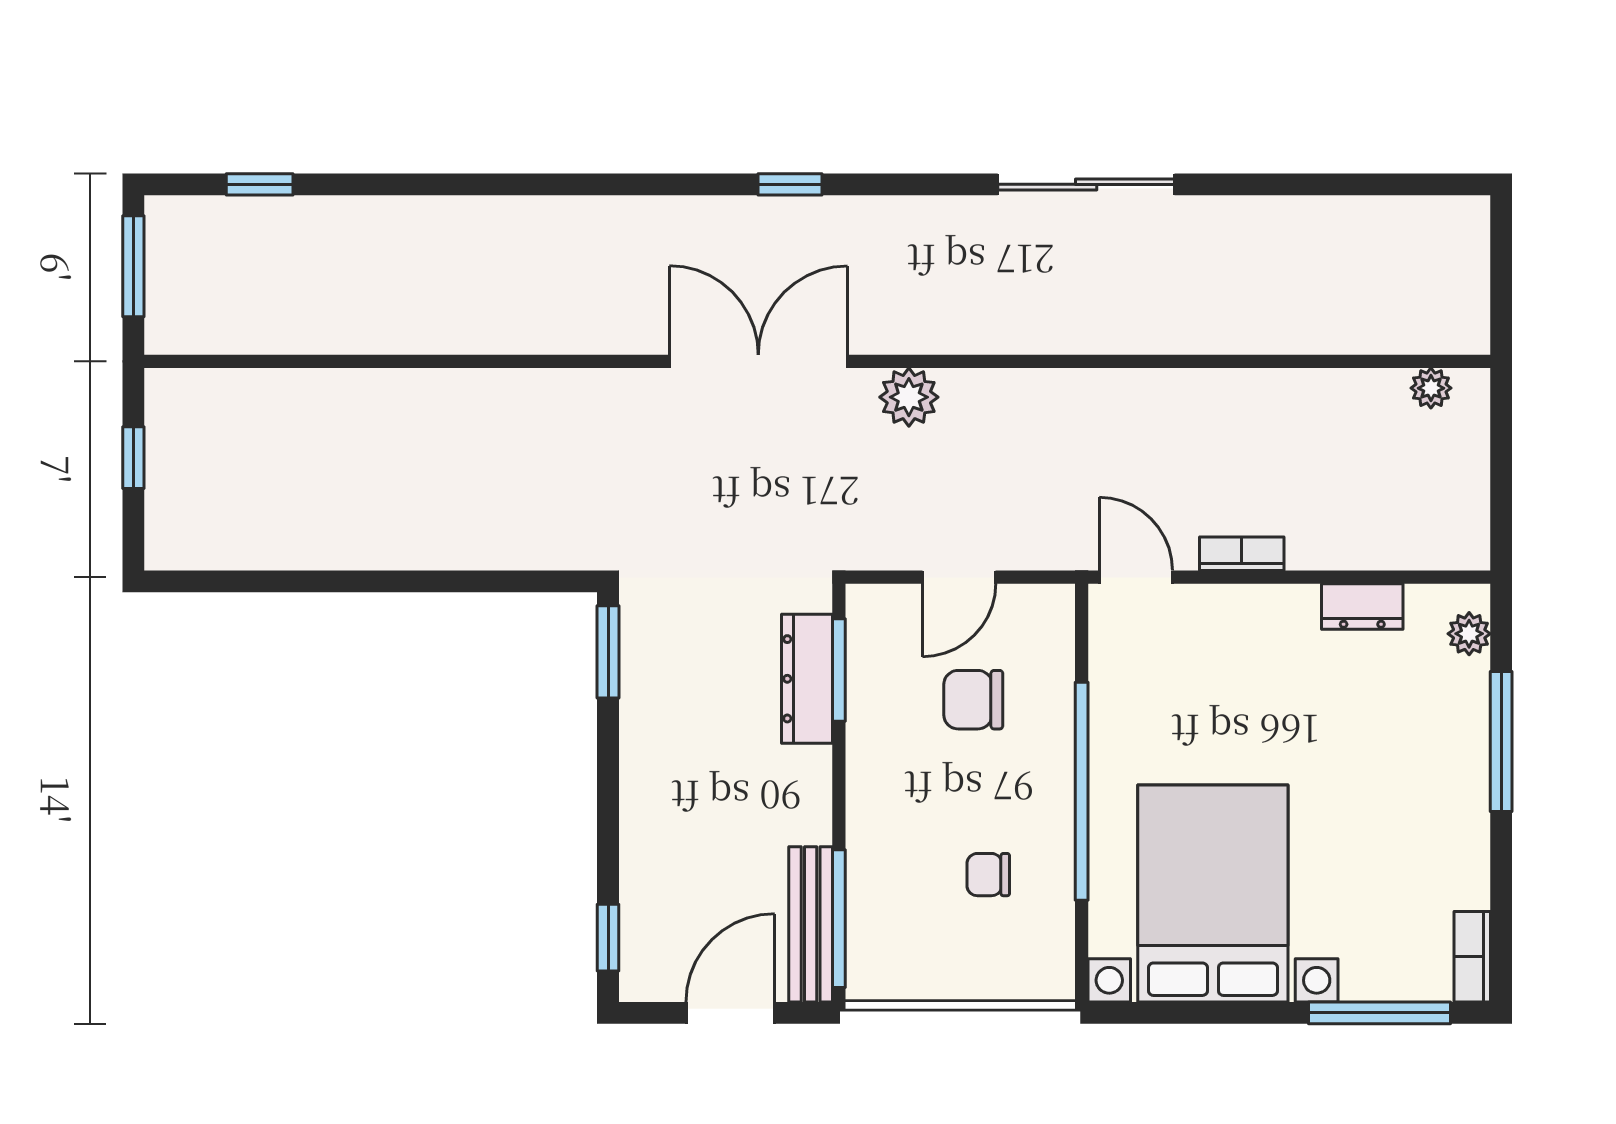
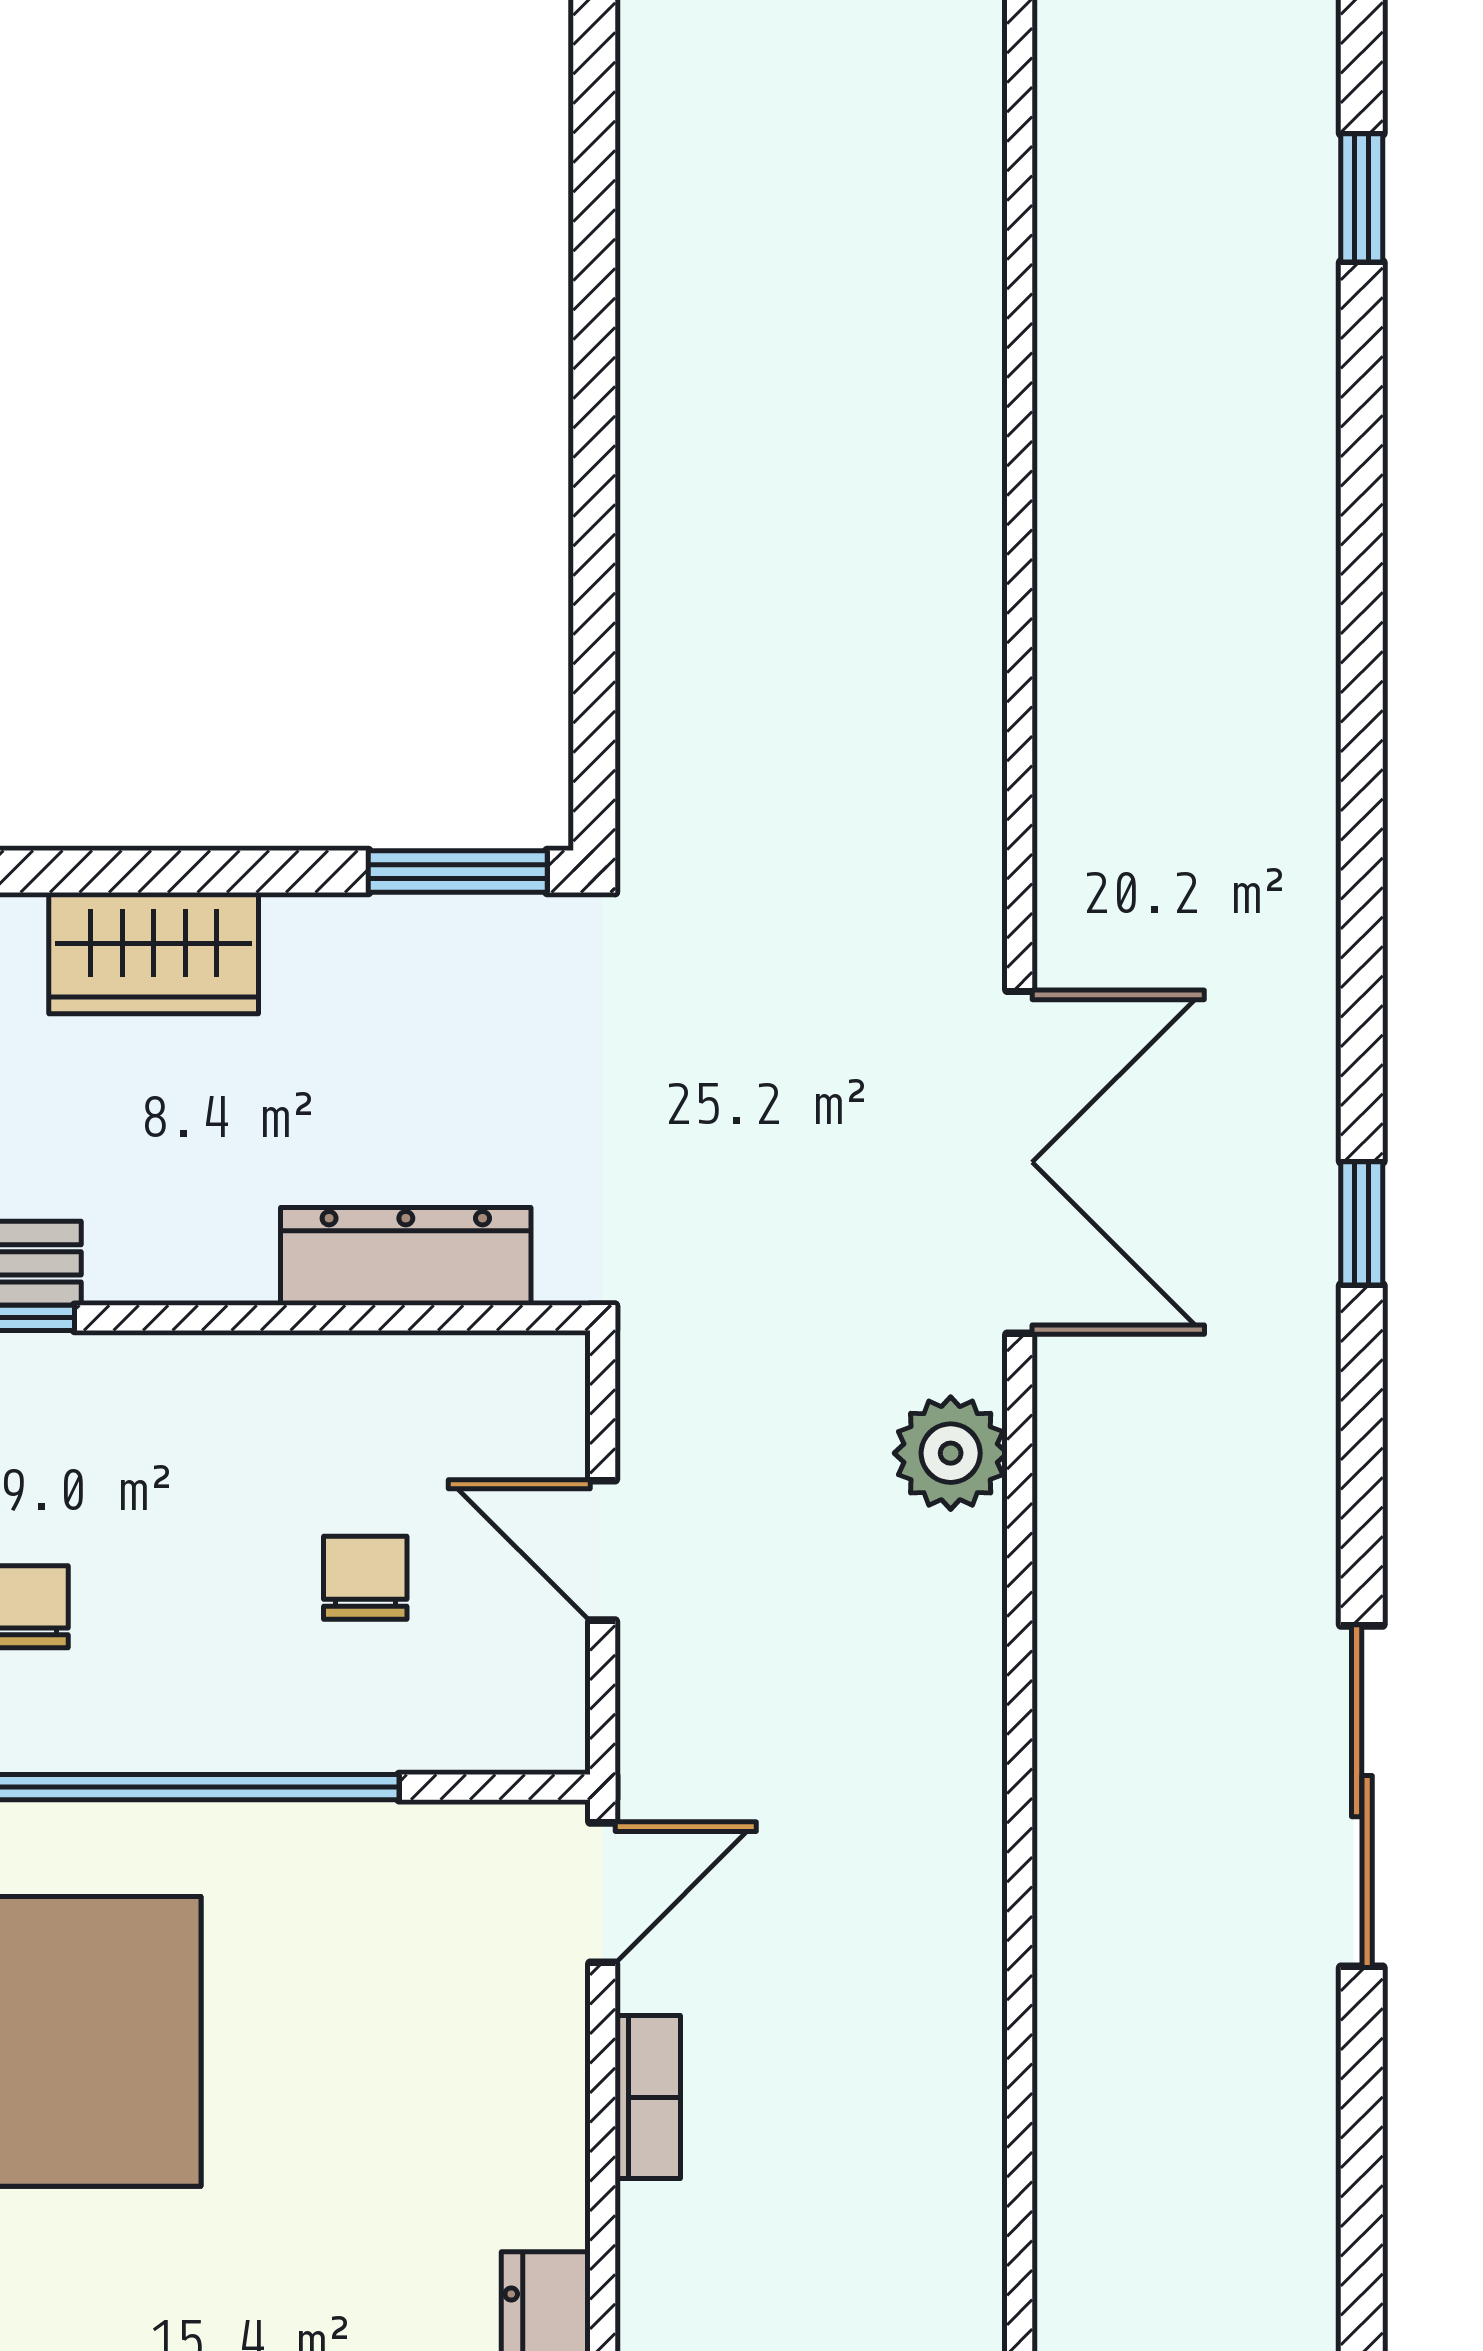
window: (839, 670) -> (423, 1318), removed
chair: (973, 700) -> (365, 1578), width x0.73, depth x0.73
wardrobe: (650, 809) -> (154, 953), added

